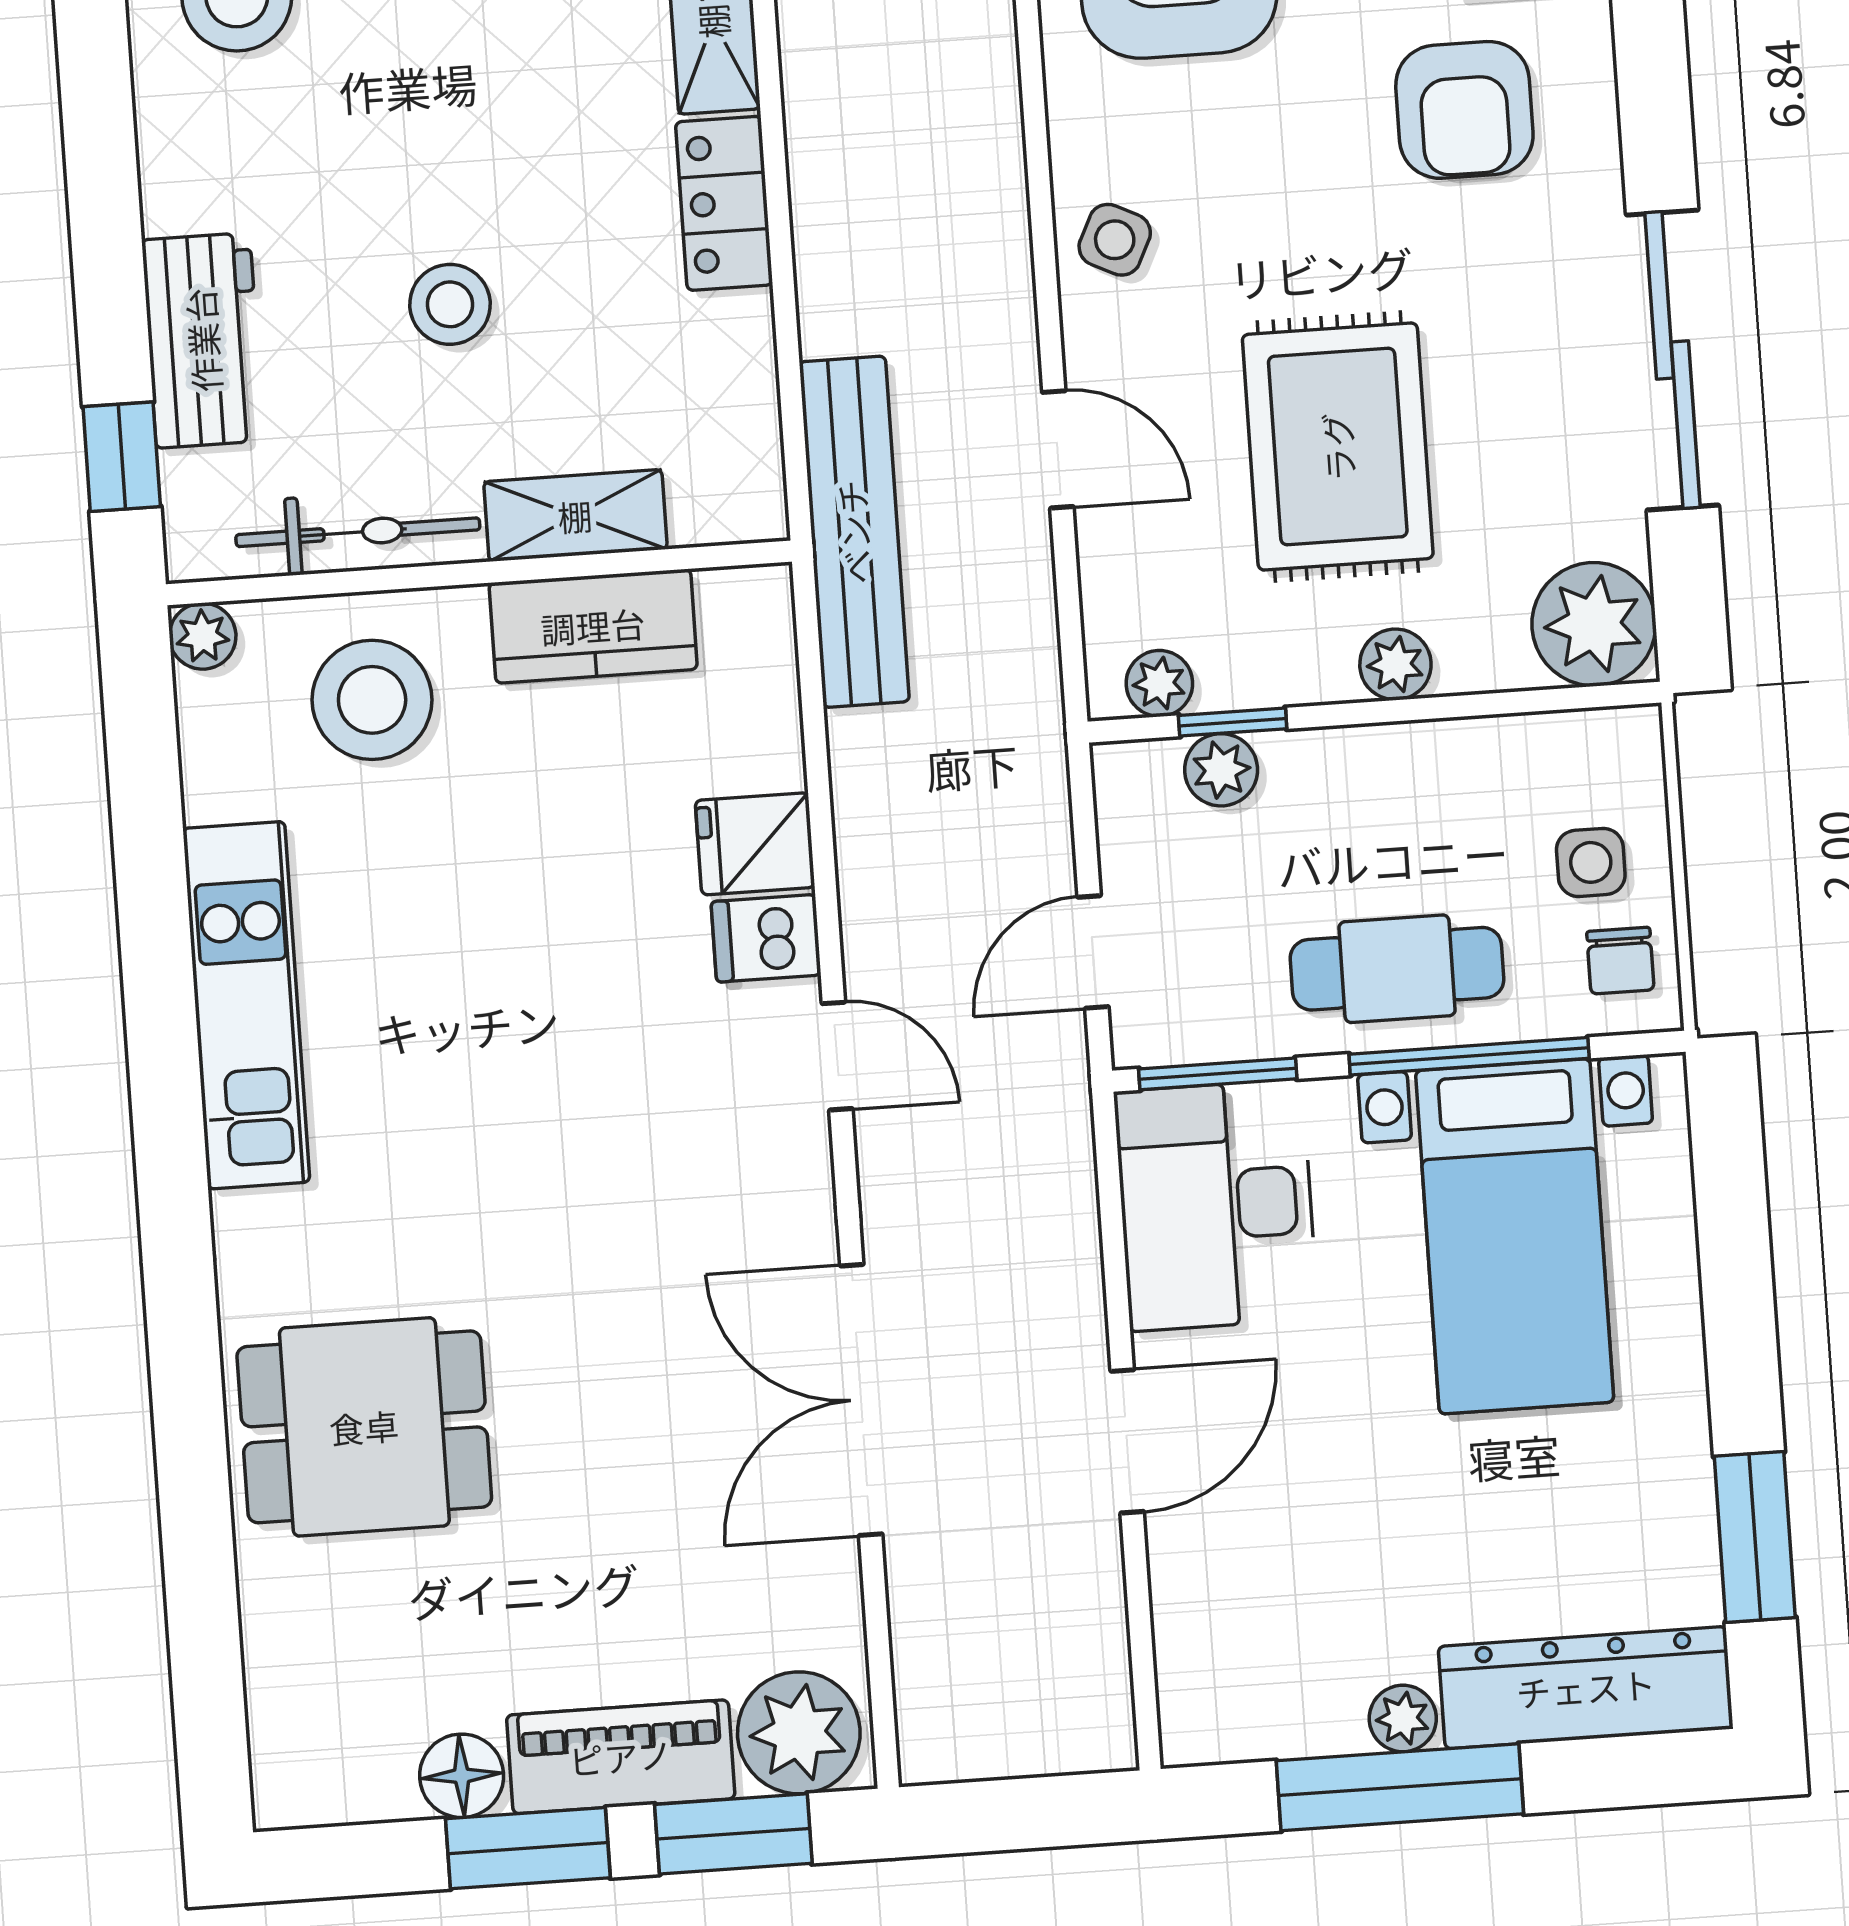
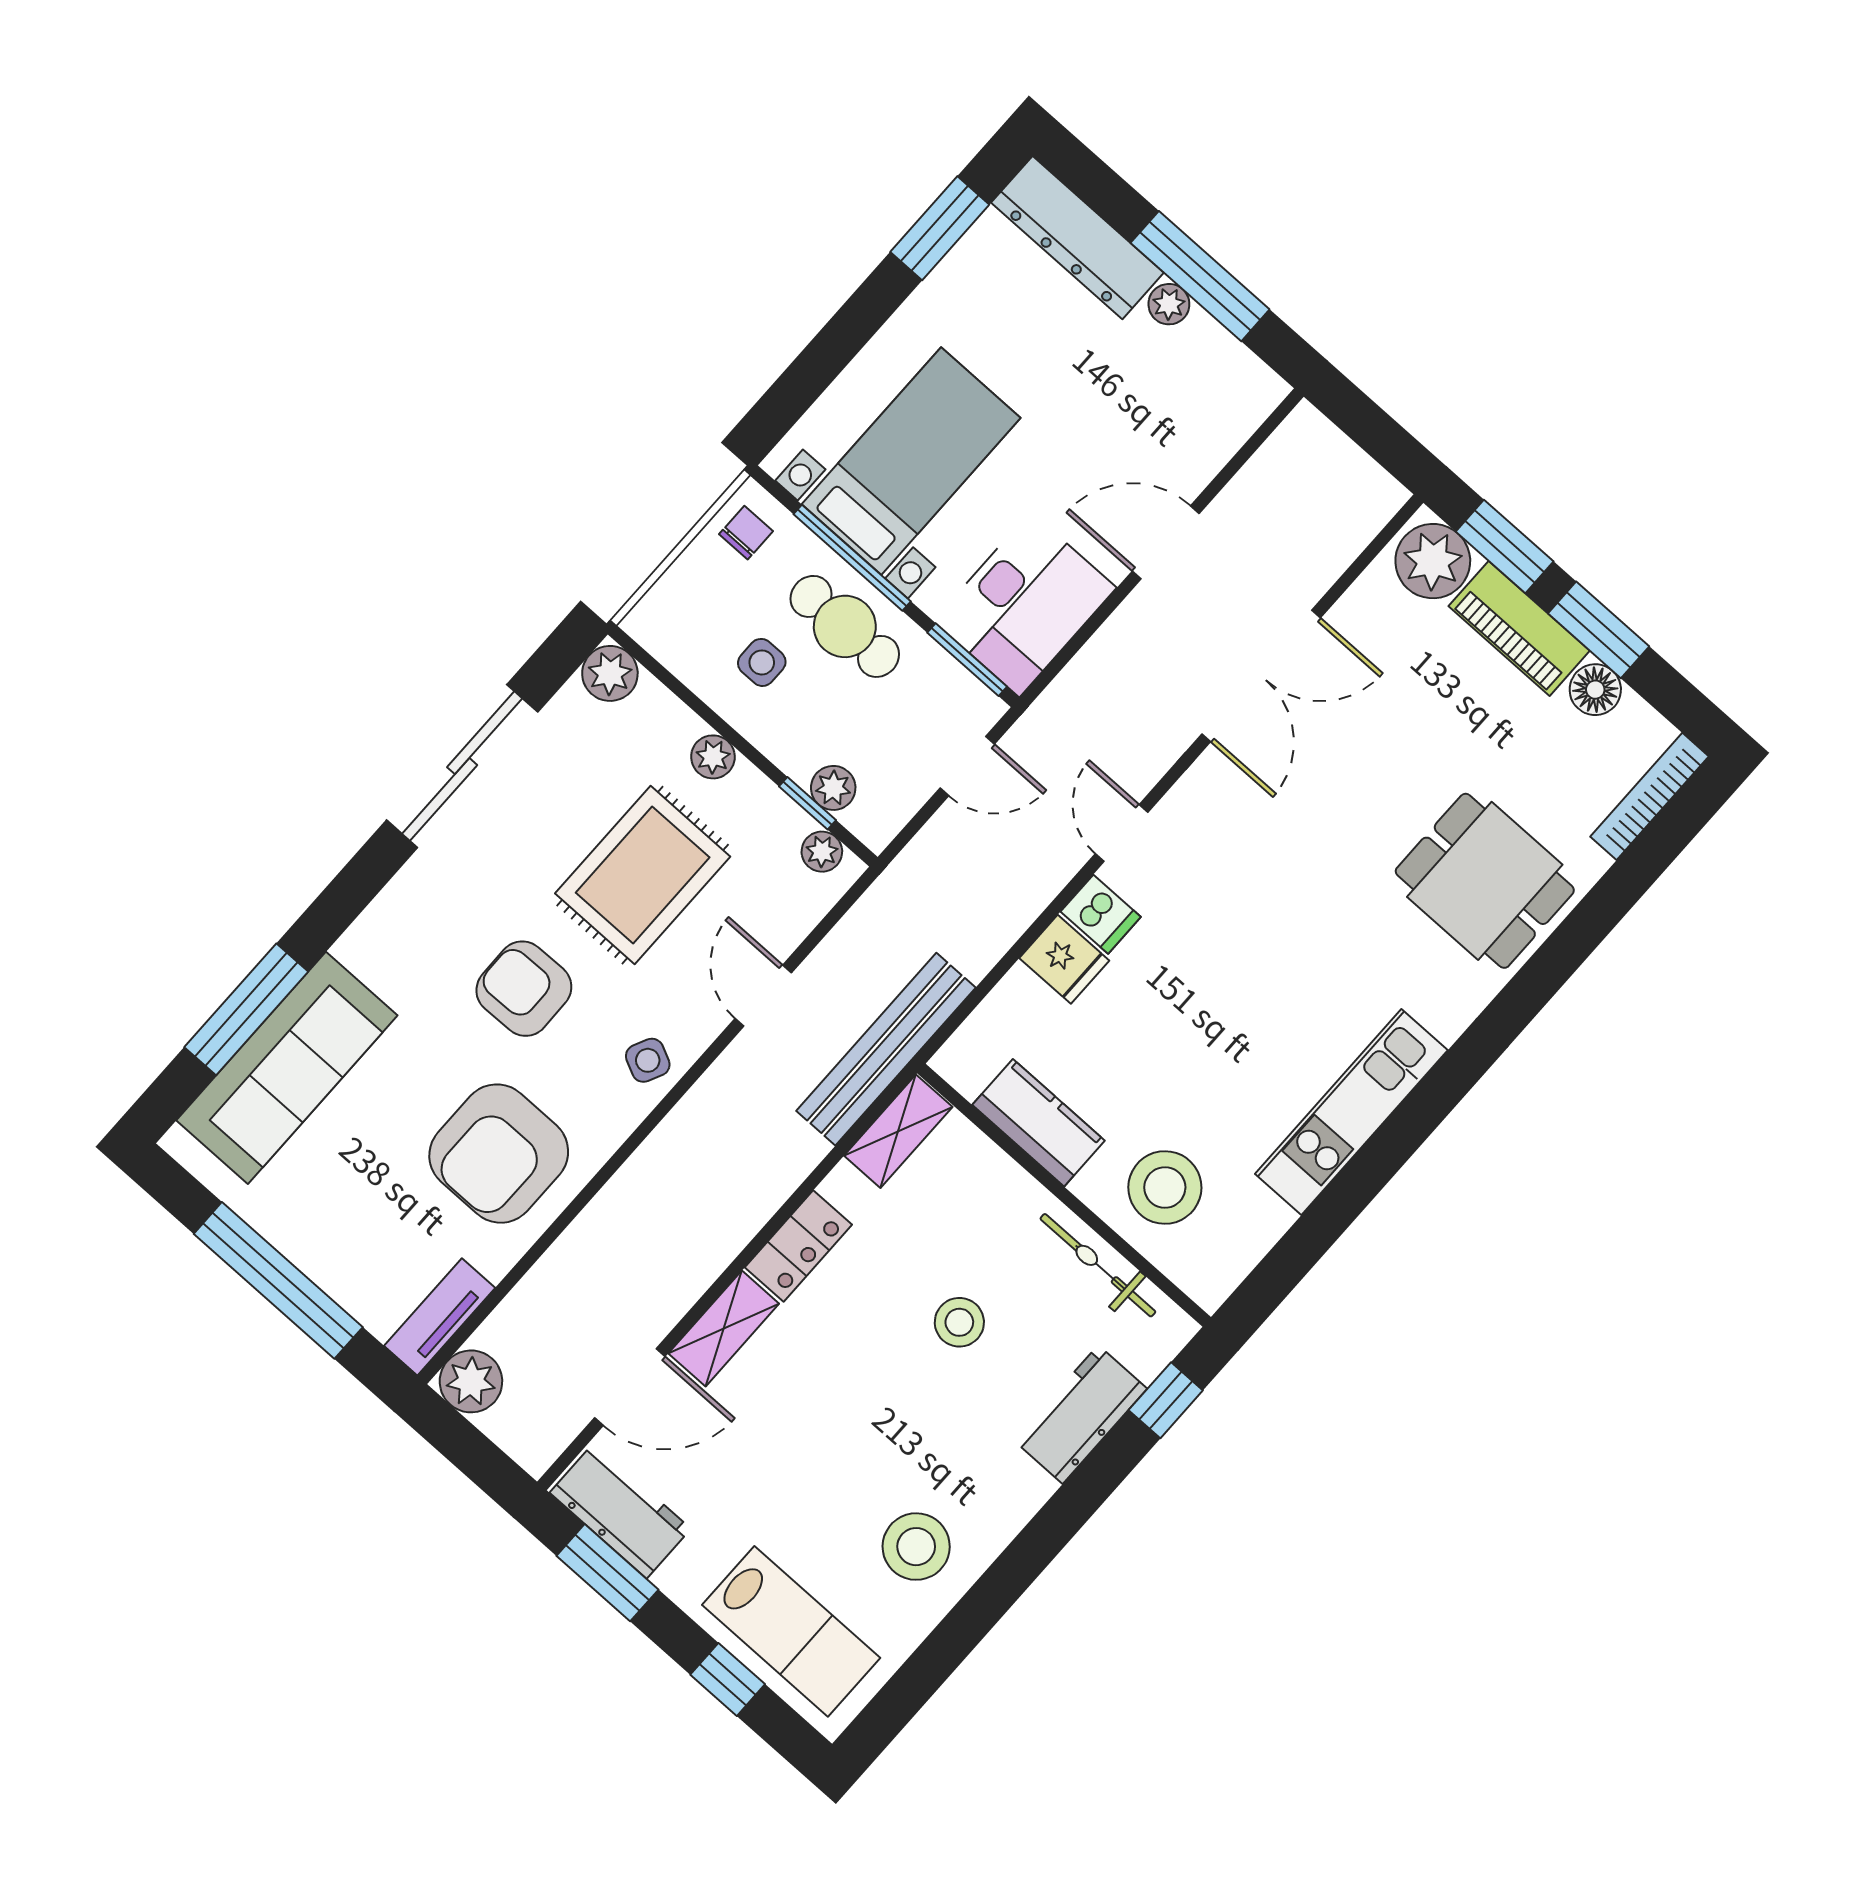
armchair: (1464, 110) -> (524, 989), moved, turned -91
shelving: (575, 516) -> (898, 1131), moved, turned 90
plant: (1594, 624) -> (610, 673), width x0.73, depth x0.73
plant: (203, 636) -> (1209, 1288), removed
side table: (1591, 862) -> (762, 662), moved
bookcase: (274, 1717) -> (1649, 796), added

